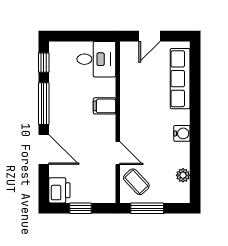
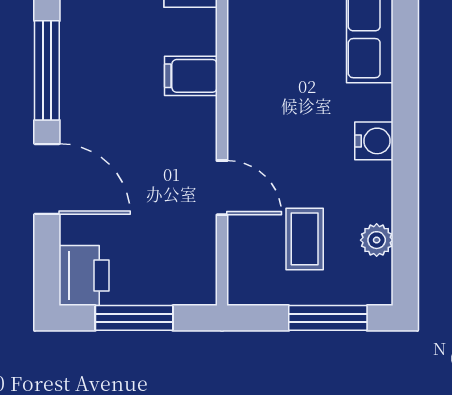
coffee table: (136, 182) -> (305, 239), moved, turned 43
window: (81, 208) -> (134, 318), width x1.50
window: (147, 208) -> (328, 318), moved

